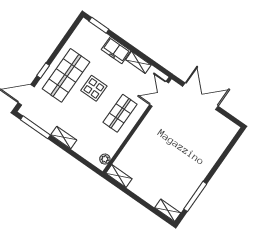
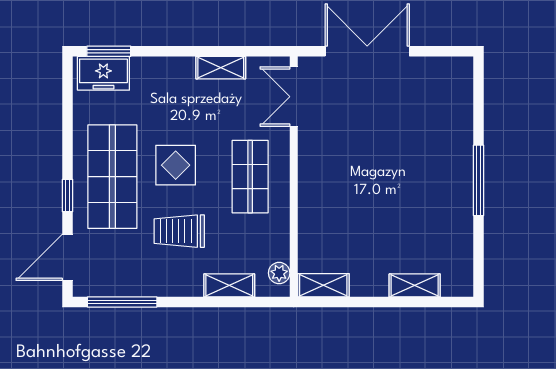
freezer: (116, 50) -> (103, 73), moved
trolley: (77, 115) -> (179, 231), added
shelving: (64, 137) -> (229, 285), moved
window: (195, 196) -> (478, 180), moved
shelving: (168, 210) -> (415, 285), moved

